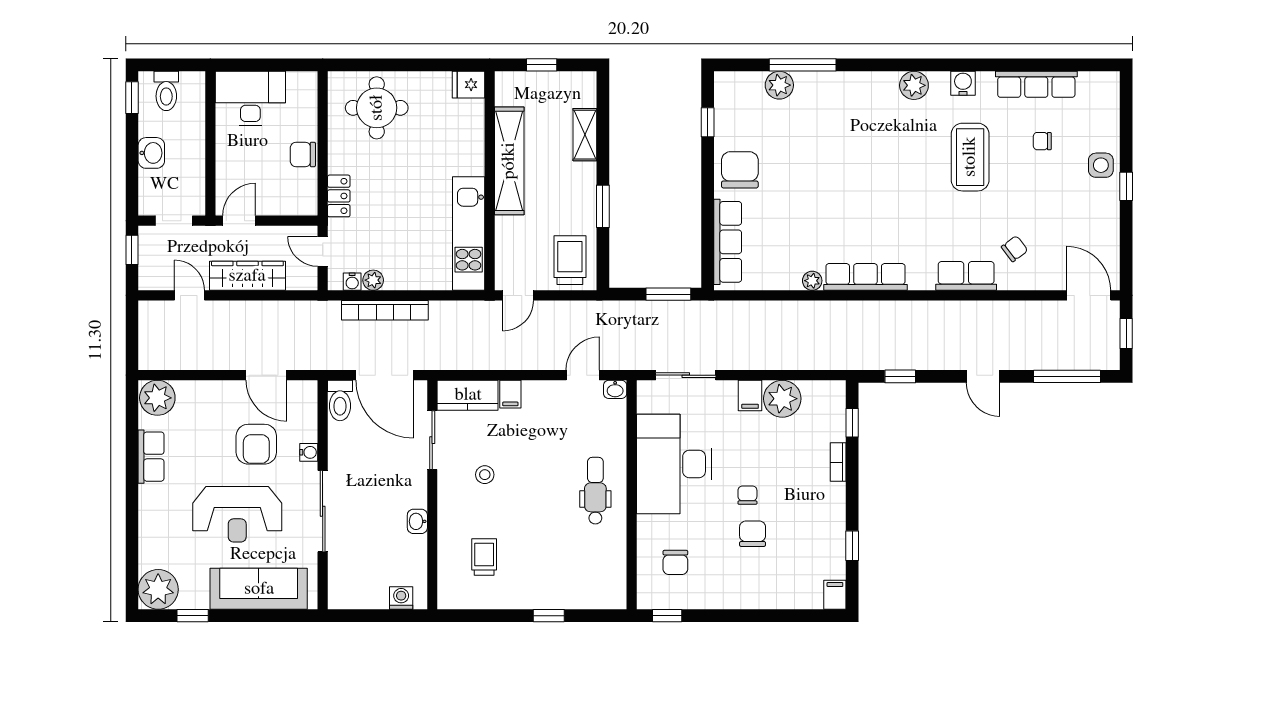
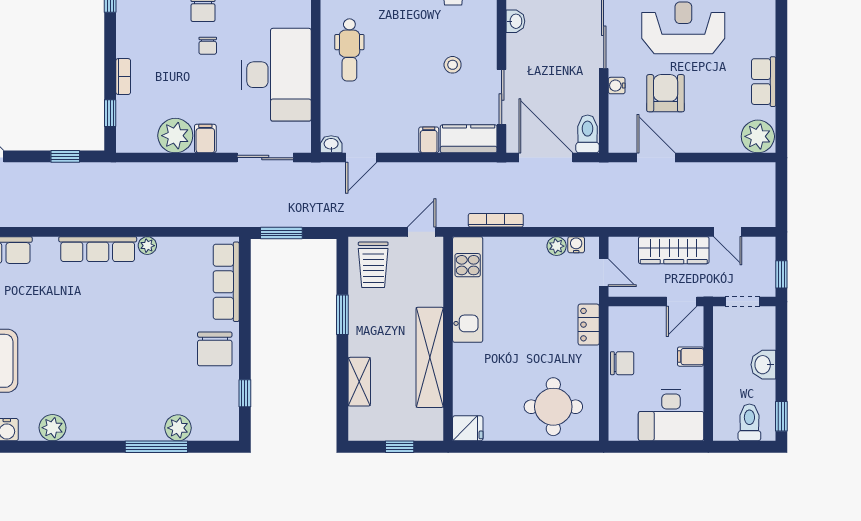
filing cabinet: (229, 162) -> (691, 357), added
bookcase: (385, 310) -> (496, 220), moved, width x0.68, depth x0.76

